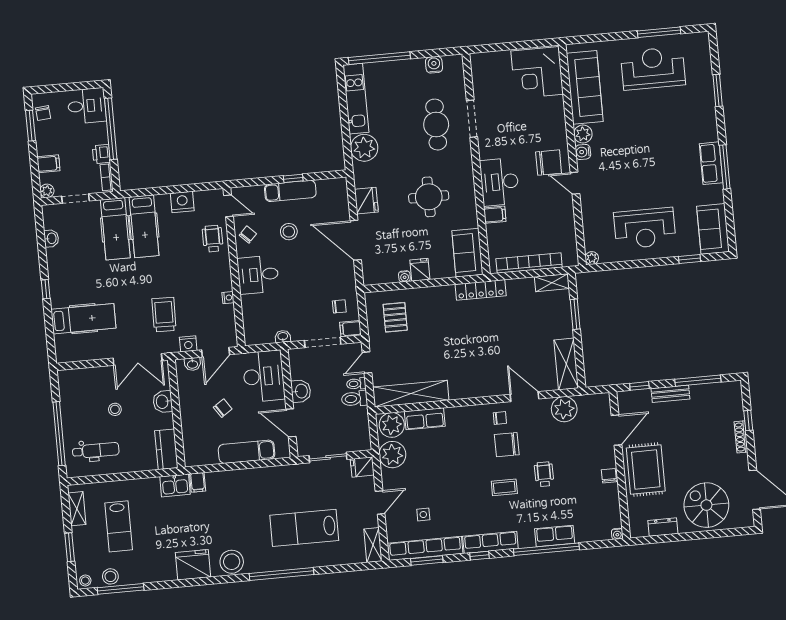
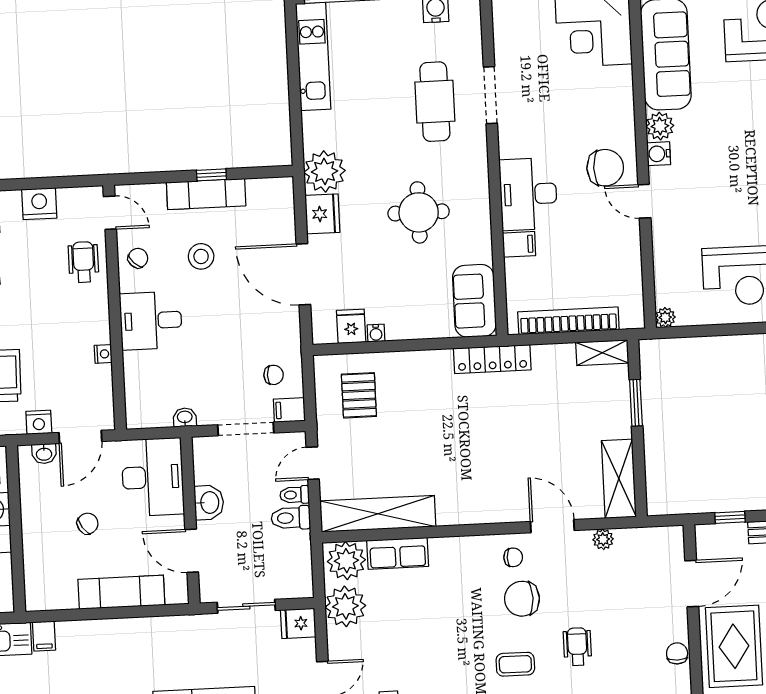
plant: (364, 148) -> (325, 171), moved
fridge: (420, 270) -> (351, 326), moved
plant: (564, 409) -> (603, 539), width x0.53, depth x0.53

